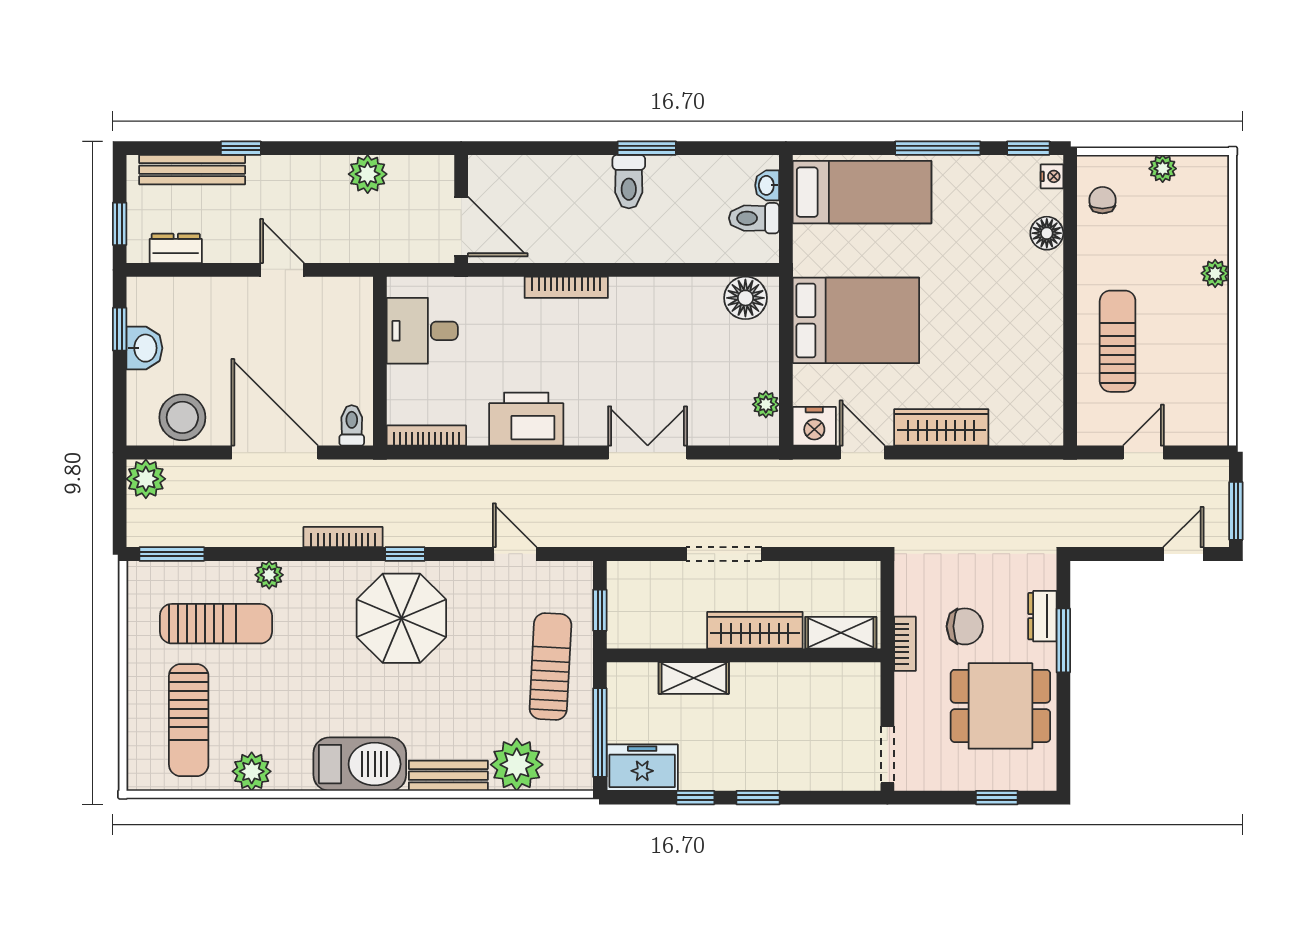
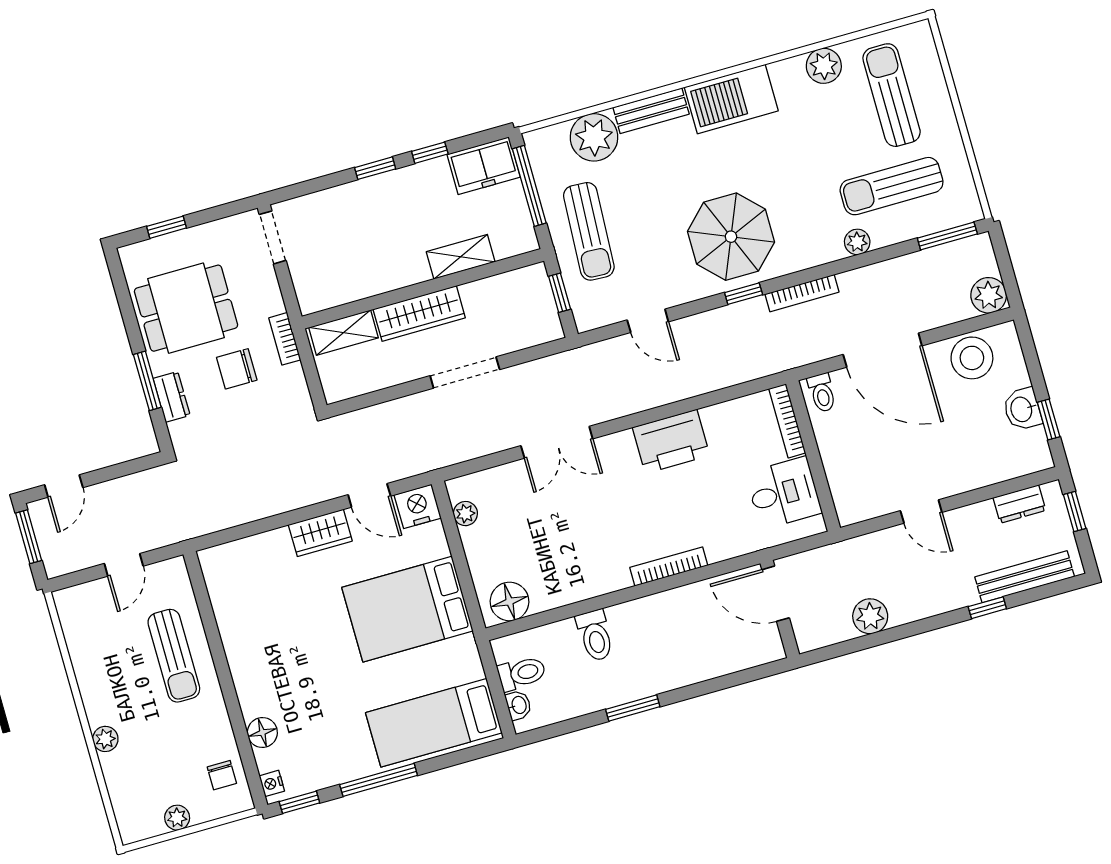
toilet: (629, 182) -> (595, 635), moved, turned 180
wardrobe: (941, 427) -> (320, 533), width x0.67
bookcase: (426, 436) -> (787, 421), moved, turned 90

